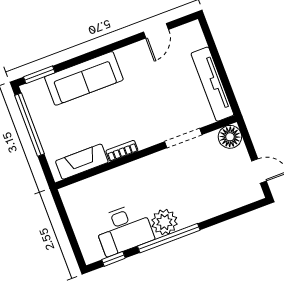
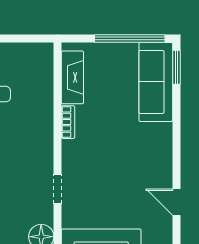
sofa: (84, 78) -> (156, 82), moved
doorway: (183, 138) -> (58, 189), width x0.73

